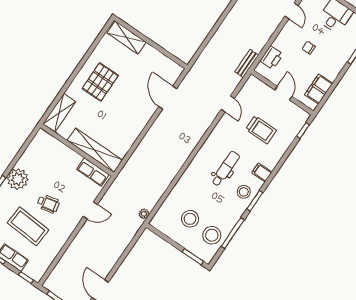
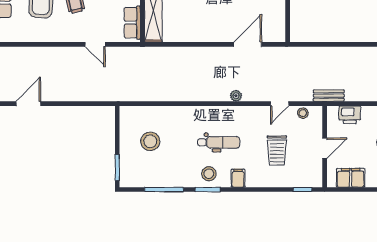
plant: (144, 214) -> (236, 96), moved
stool: (212, 235) -> (303, 113), moved, width x0.53, depth x0.53

